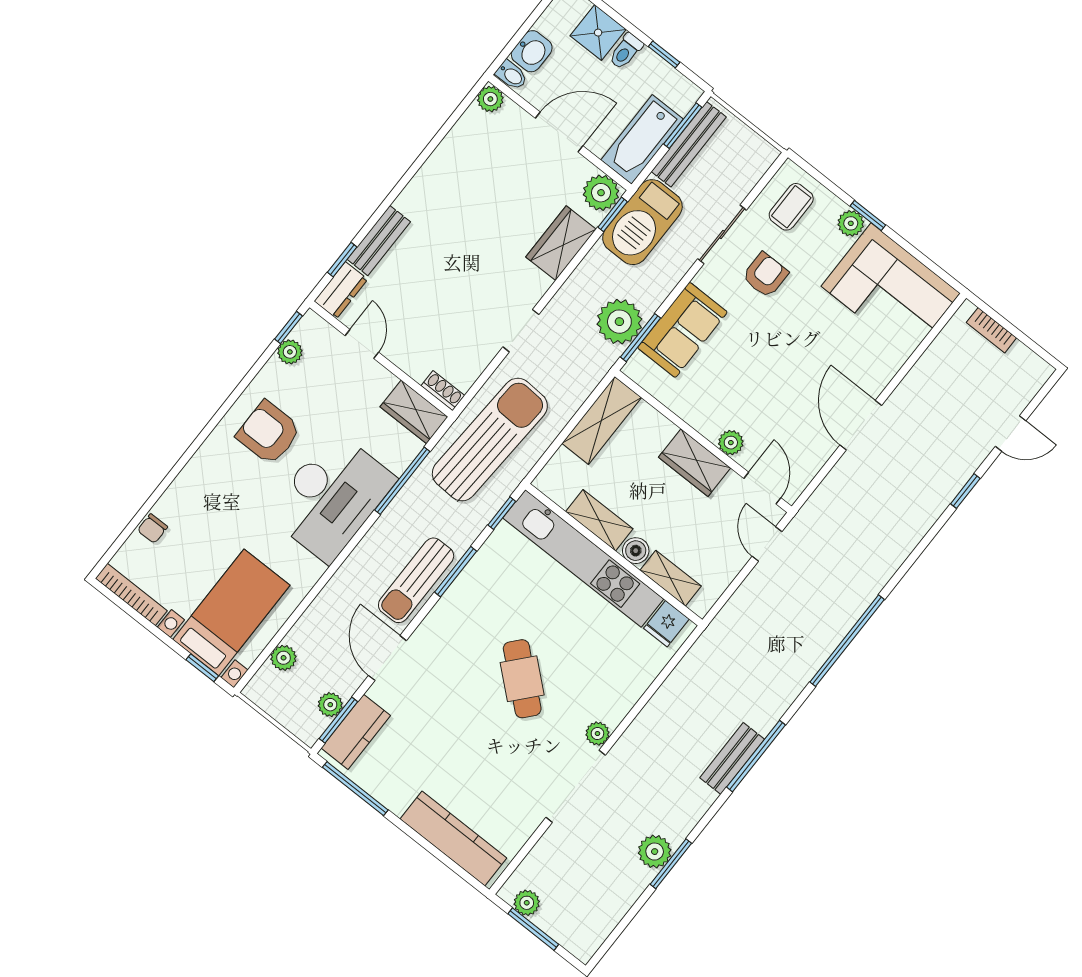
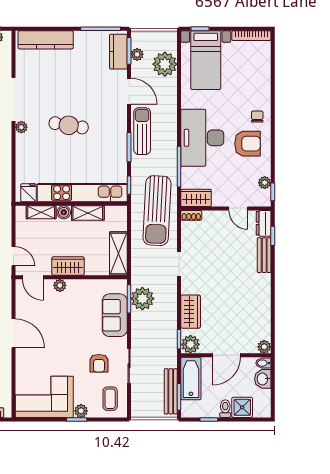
barbecue: (642, 222) -> (165, 346), removed
chair: (153, 529) -> (257, 117), moved
plant: (284, 658) -> (165, 64), width x1.88, depth x1.88
cafe table: (522, 679) -> (69, 125), turned -32

